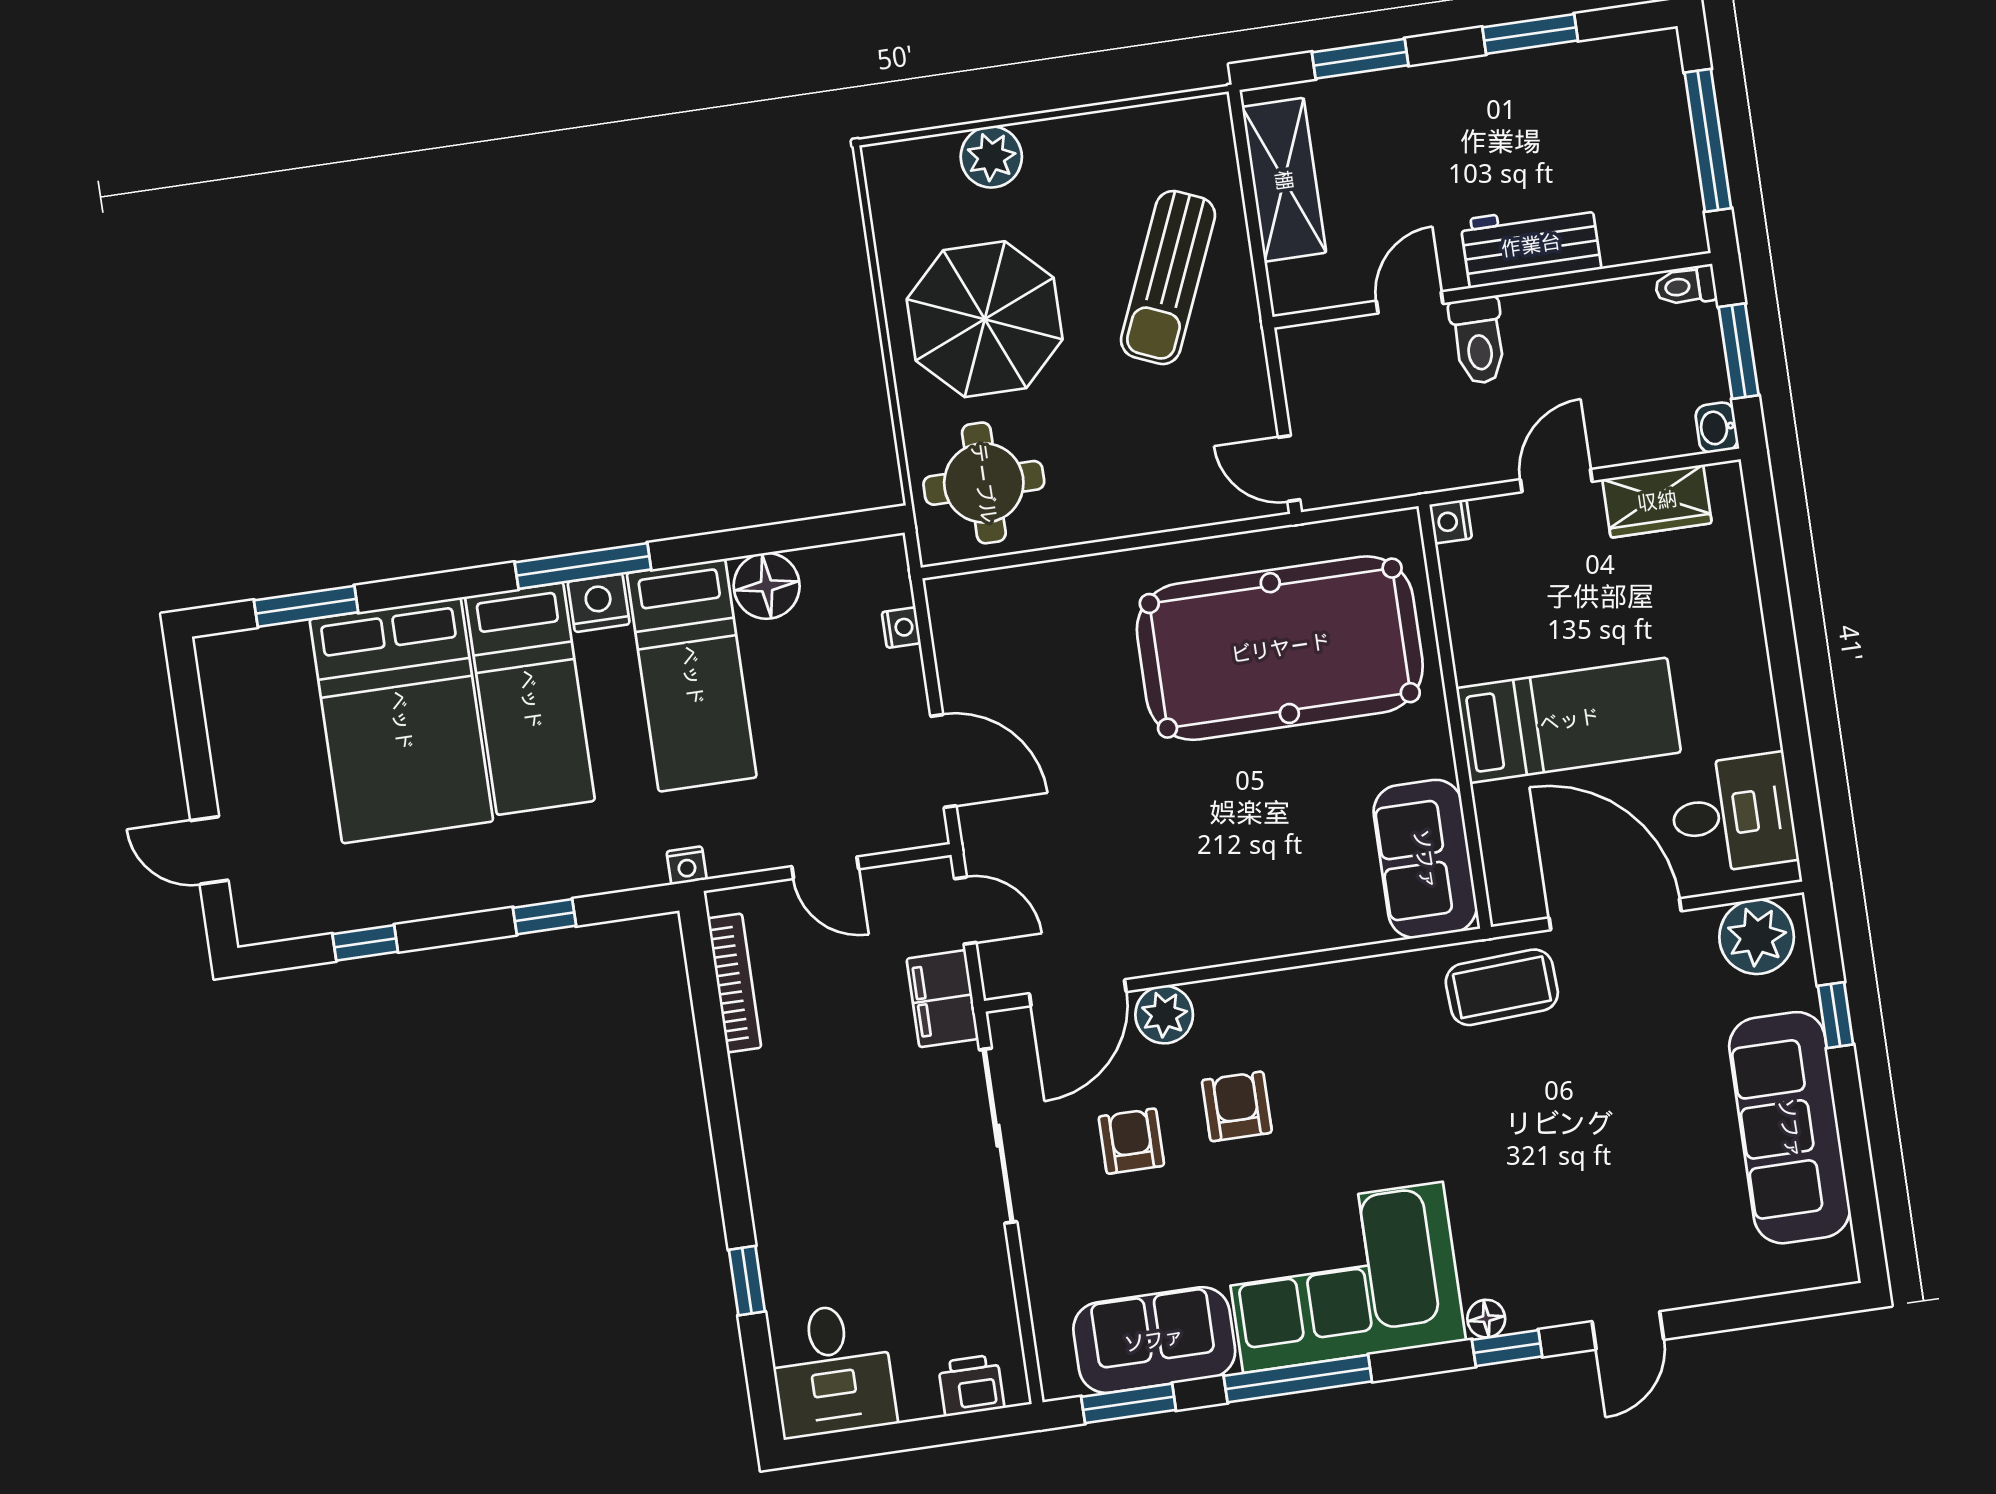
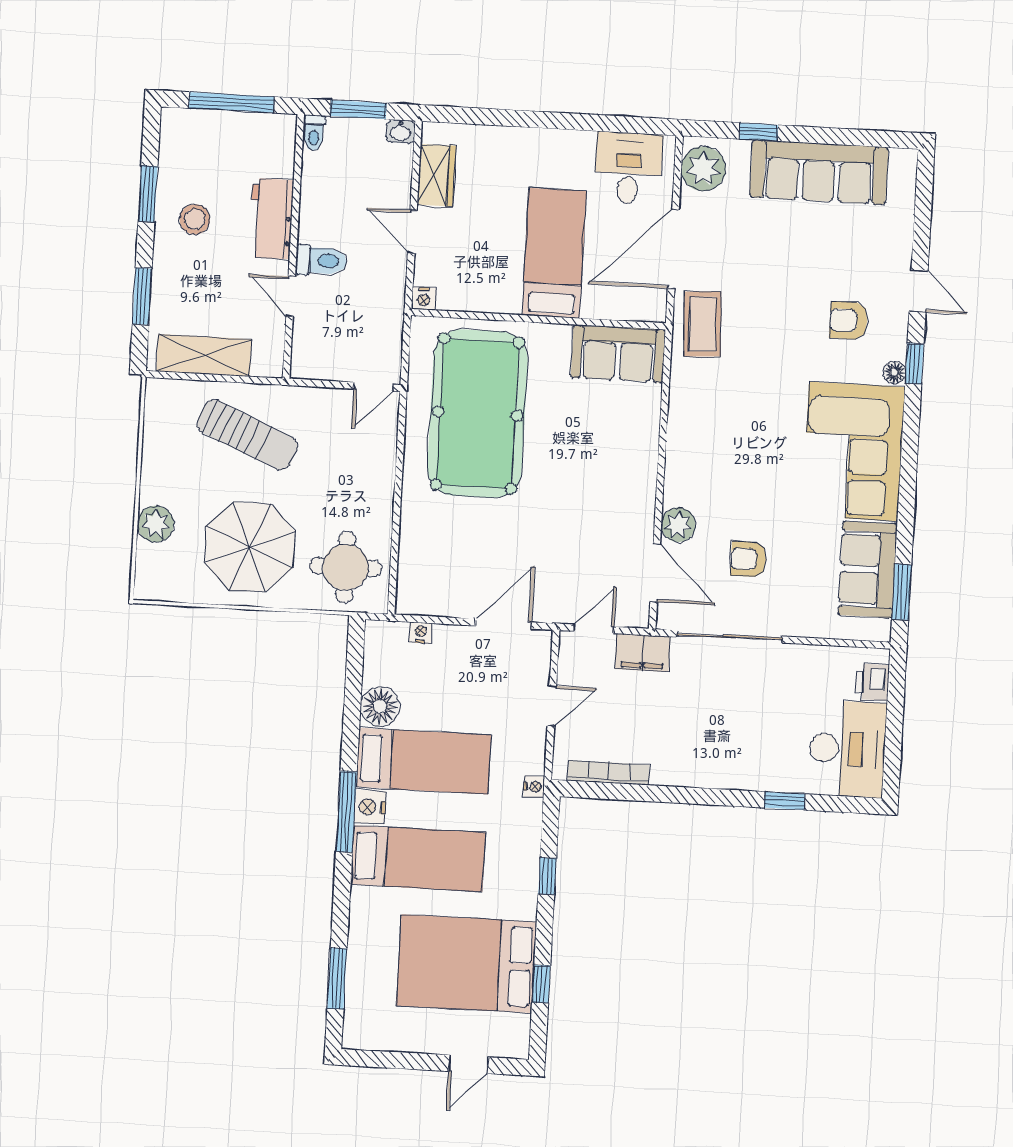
stool: (1504, 120) -> (195, 219), added
bed: (401, 720) -> (467, 964), moved, turned 180
armchair: (1237, 1106) -> (849, 320), moved
desk: (832, 1370) -> (847, 749), width x1.37
window: (1298, 1379) -> (907, 490), removed

